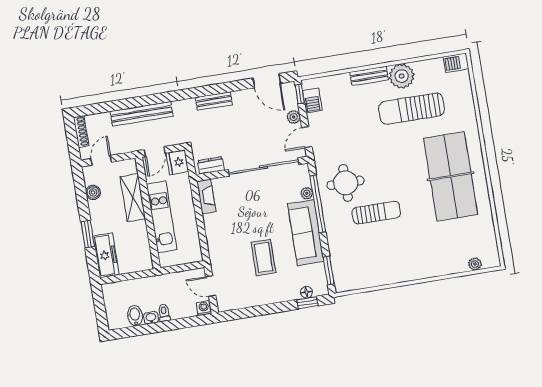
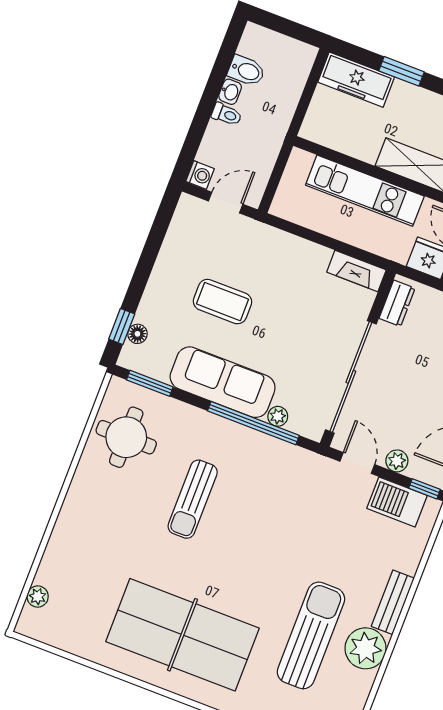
barbecue: (312, 101) -> (397, 502), width x1.38, depth x1.27
round table: (346, 183) -> (126, 437), moved

